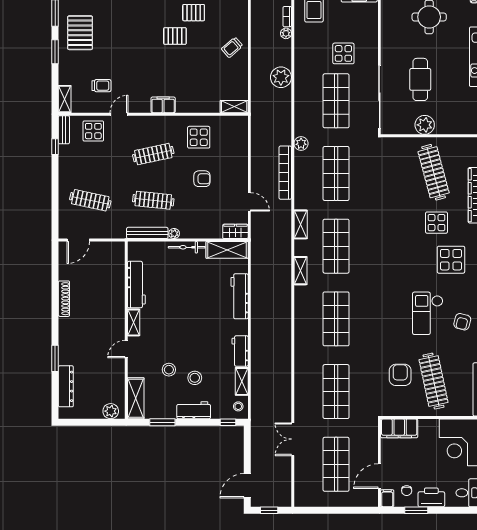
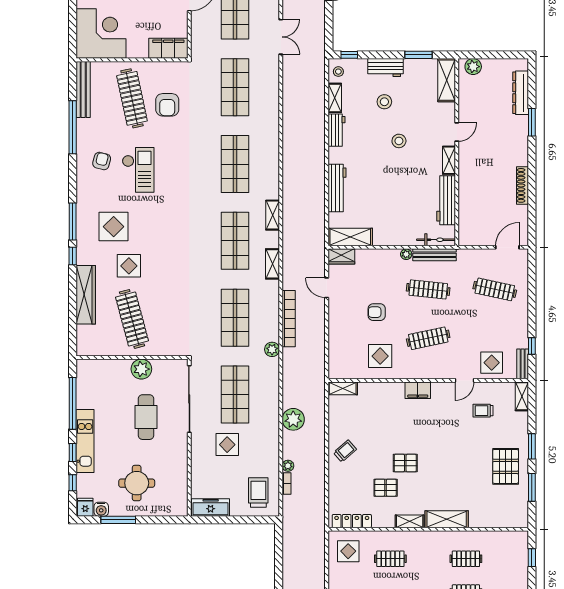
bicycle: (187, 247) -> (436, 240), moved
stool: (169, 370) -> (399, 141), moved

